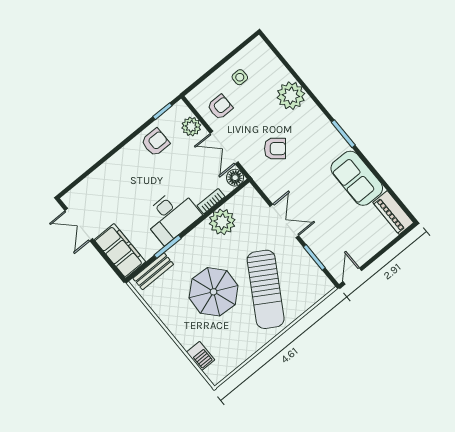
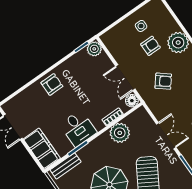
armchair: (220, 107) -> (150, 46), moved
plant: (191, 126) -> (94, 49), moved
armchair: (155, 142) -> (52, 84), moved
desk: (171, 216) -> (78, 128), width x0.73

